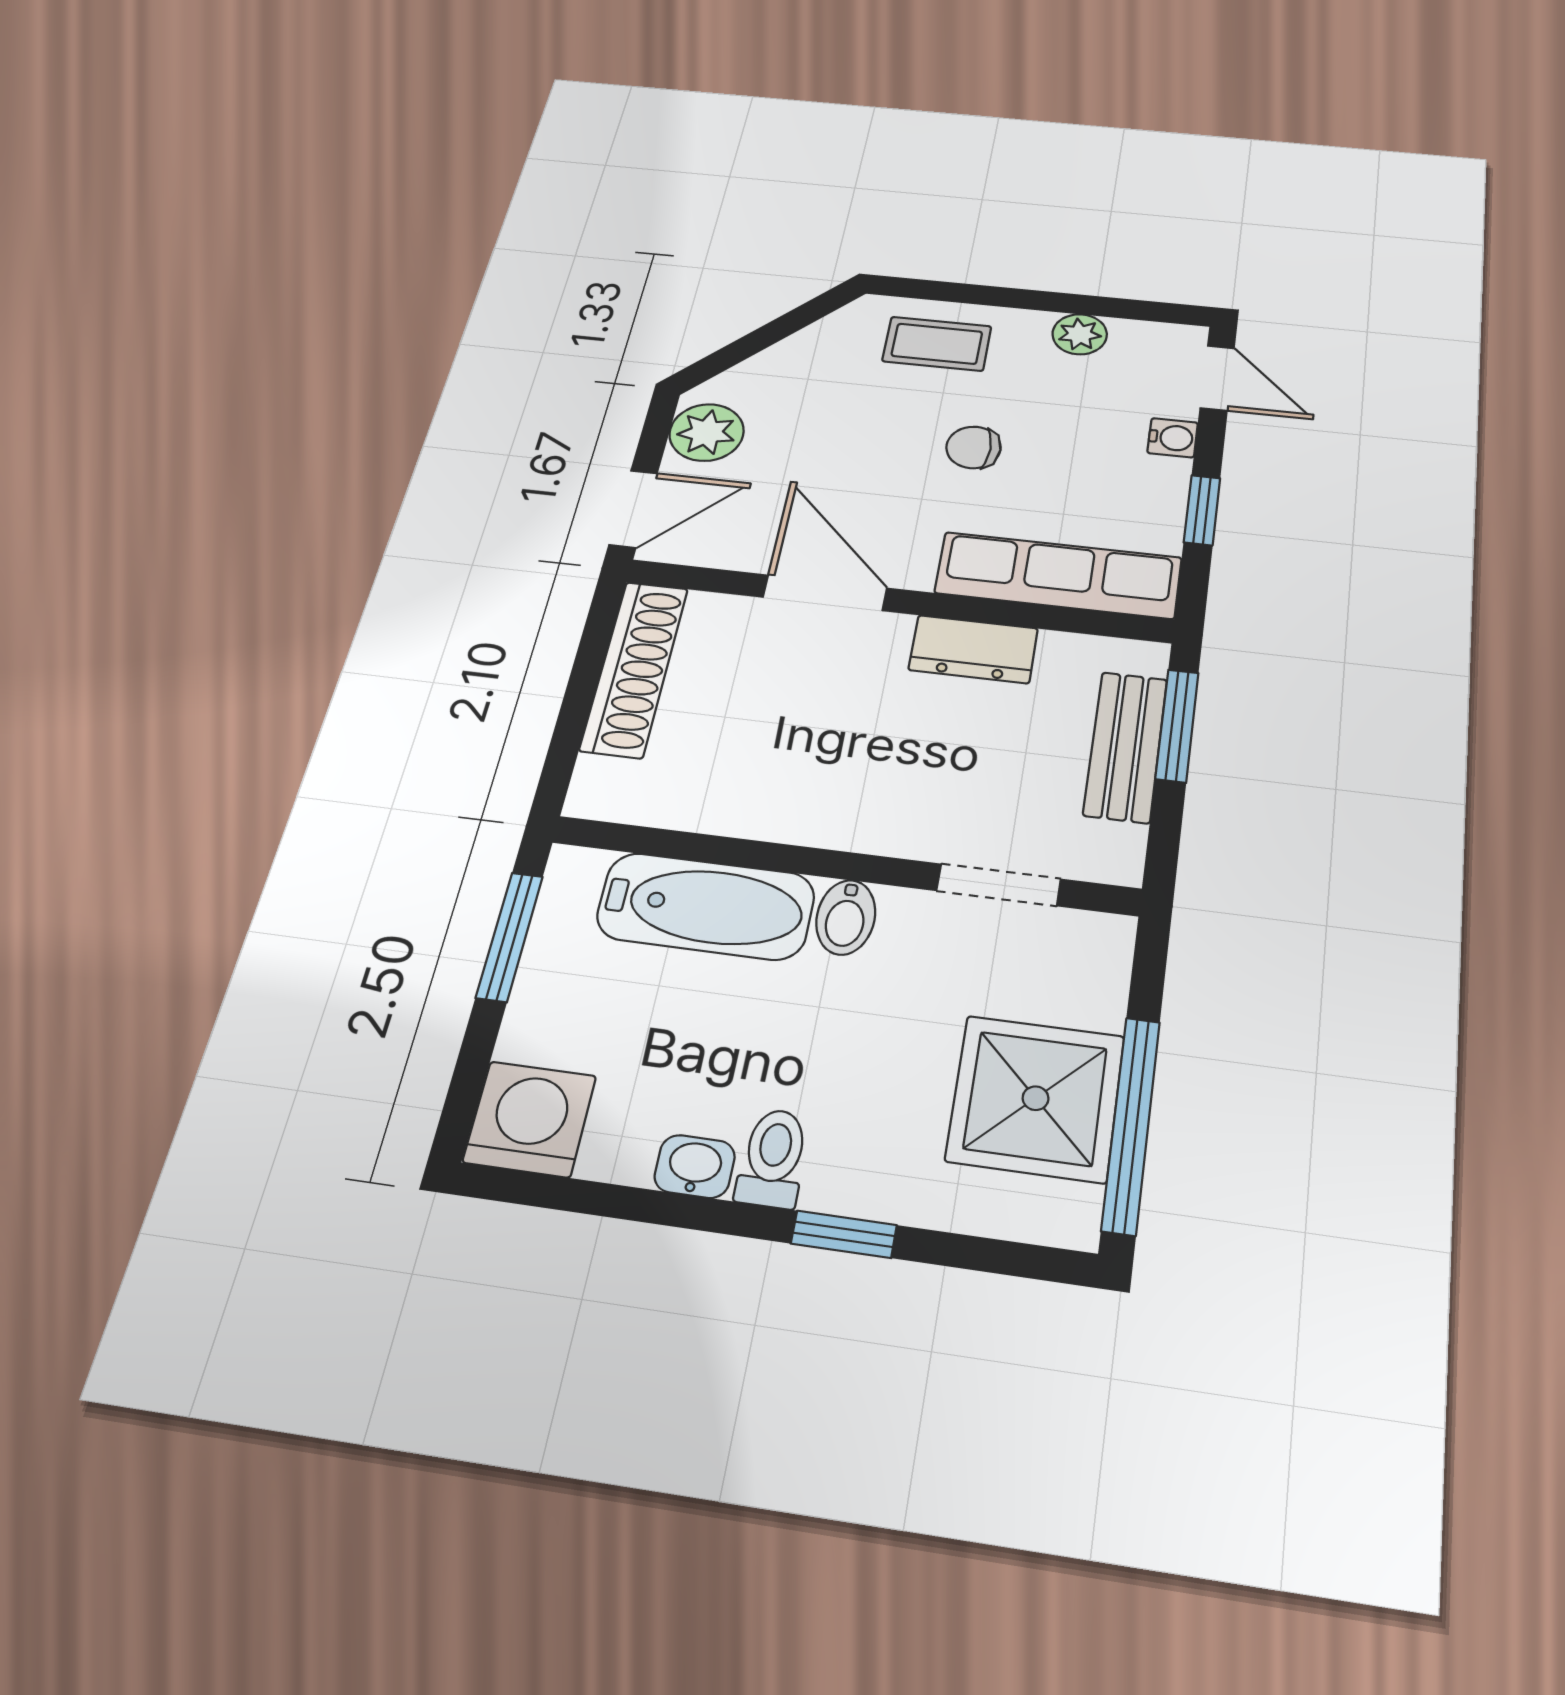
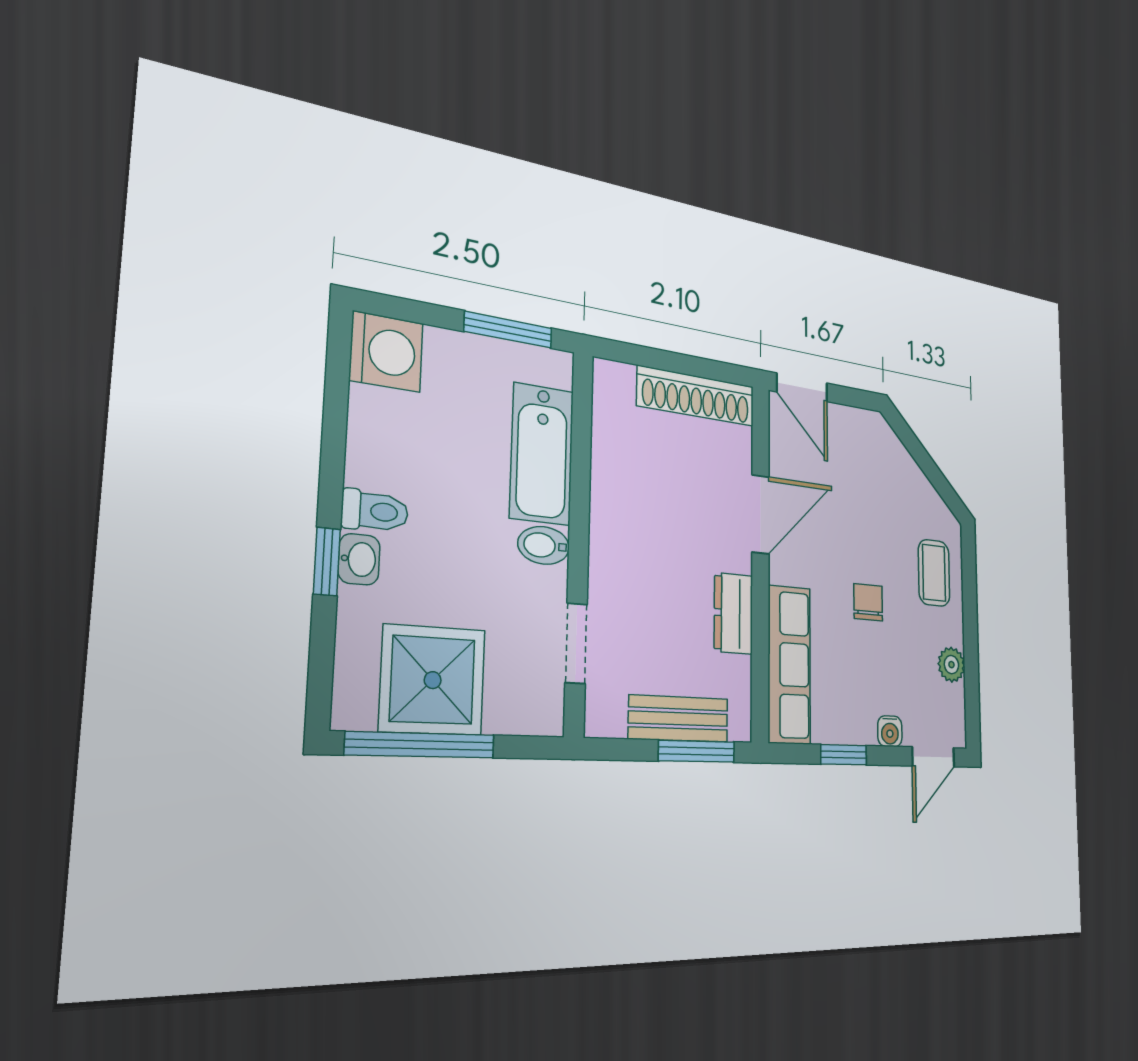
plant: (707, 432) -> (858, 430), removed
washbasin: (695, 1166) -> (359, 559), moved

